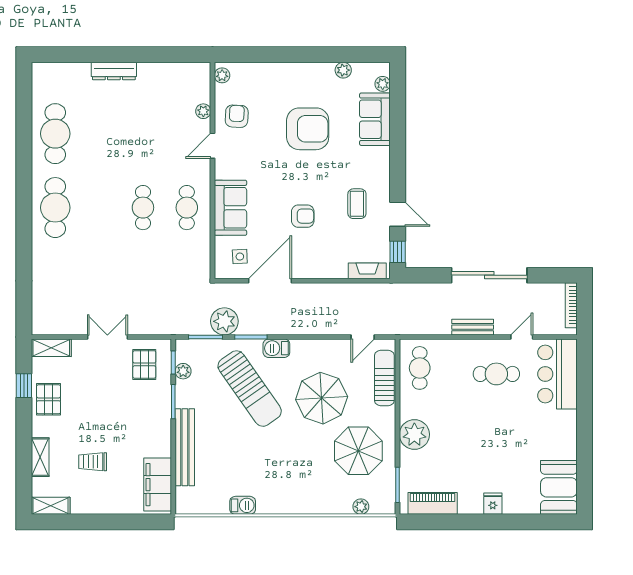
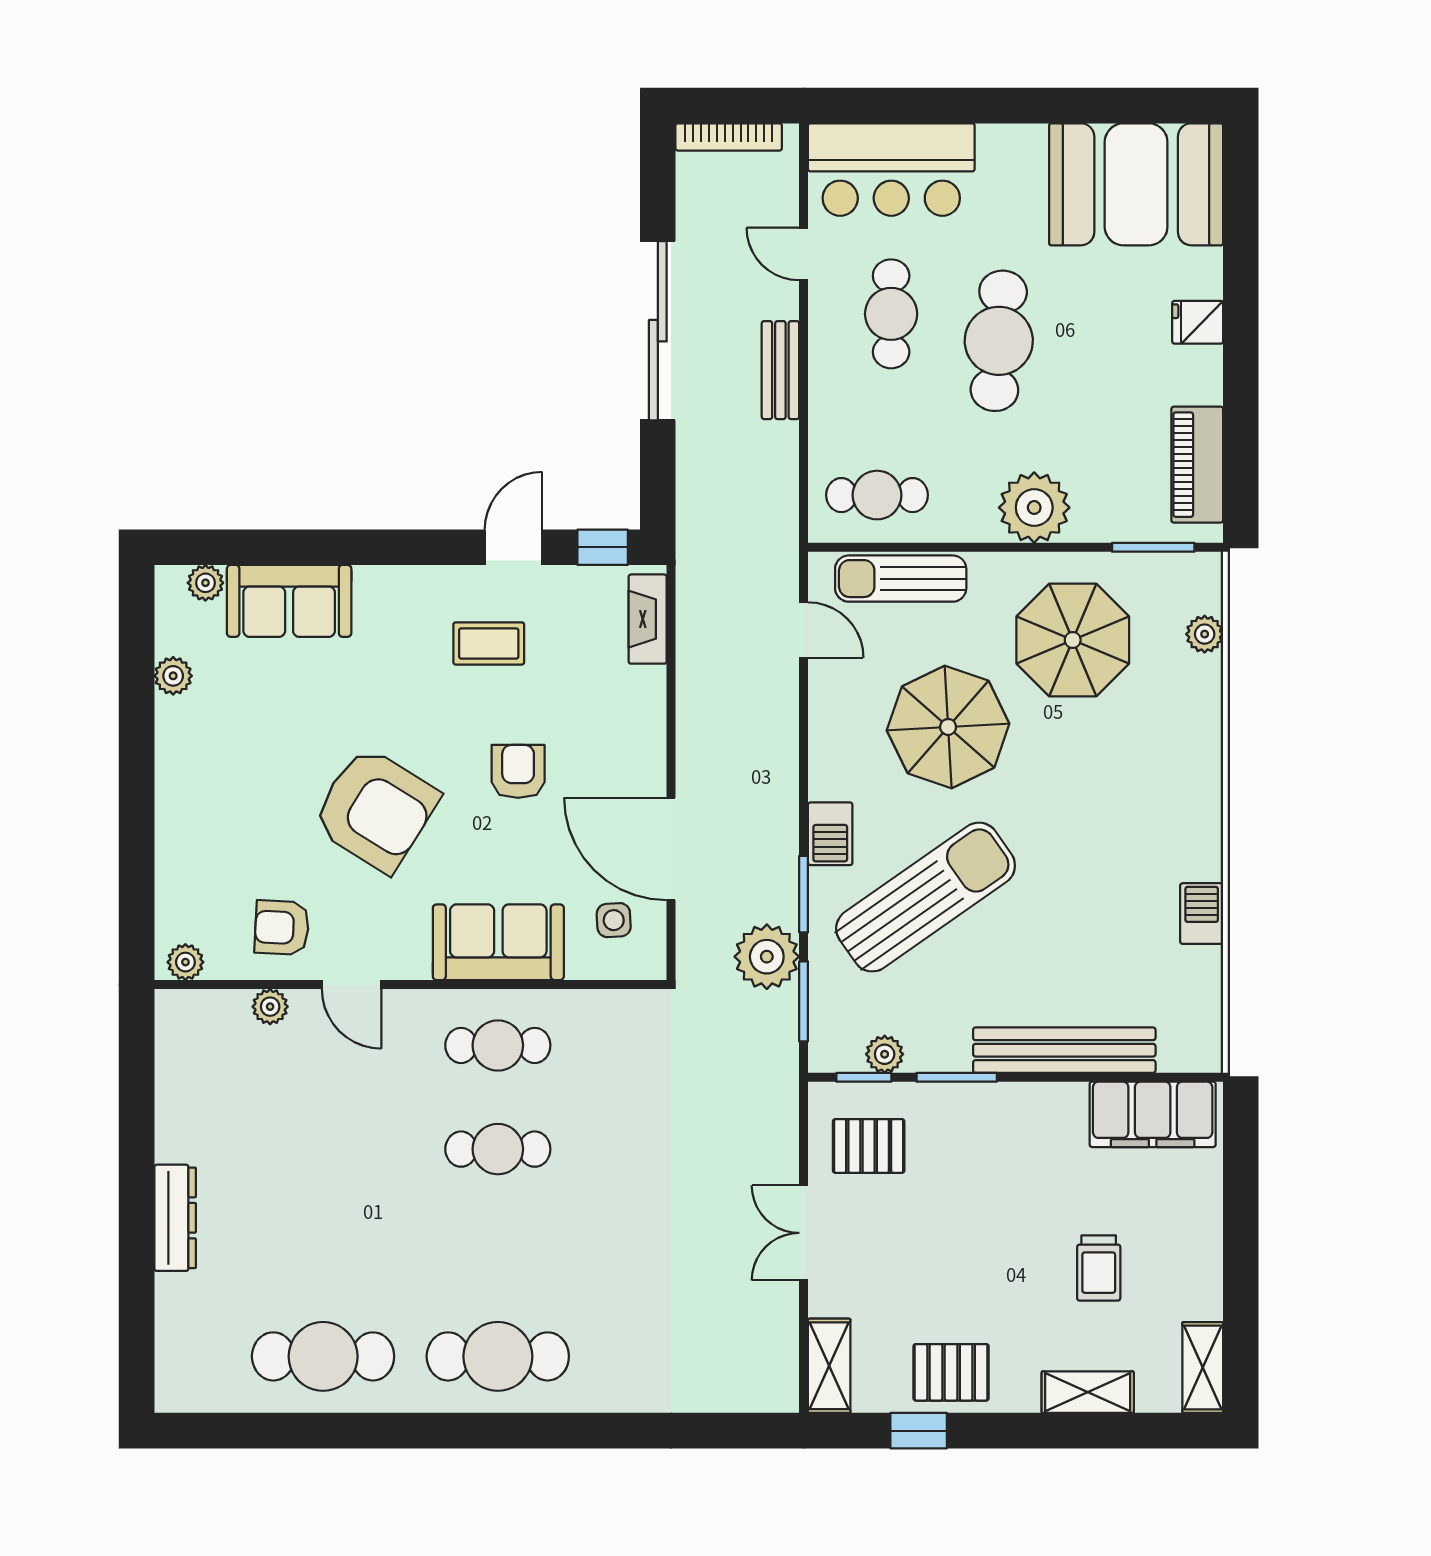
armchair: (308, 129) -> (375, 809), moved, turned 122
cafe table: (485, 419) -> (999, 341), added
booth: (559, 487) -> (1136, 184), width x1.36, depth x1.42

